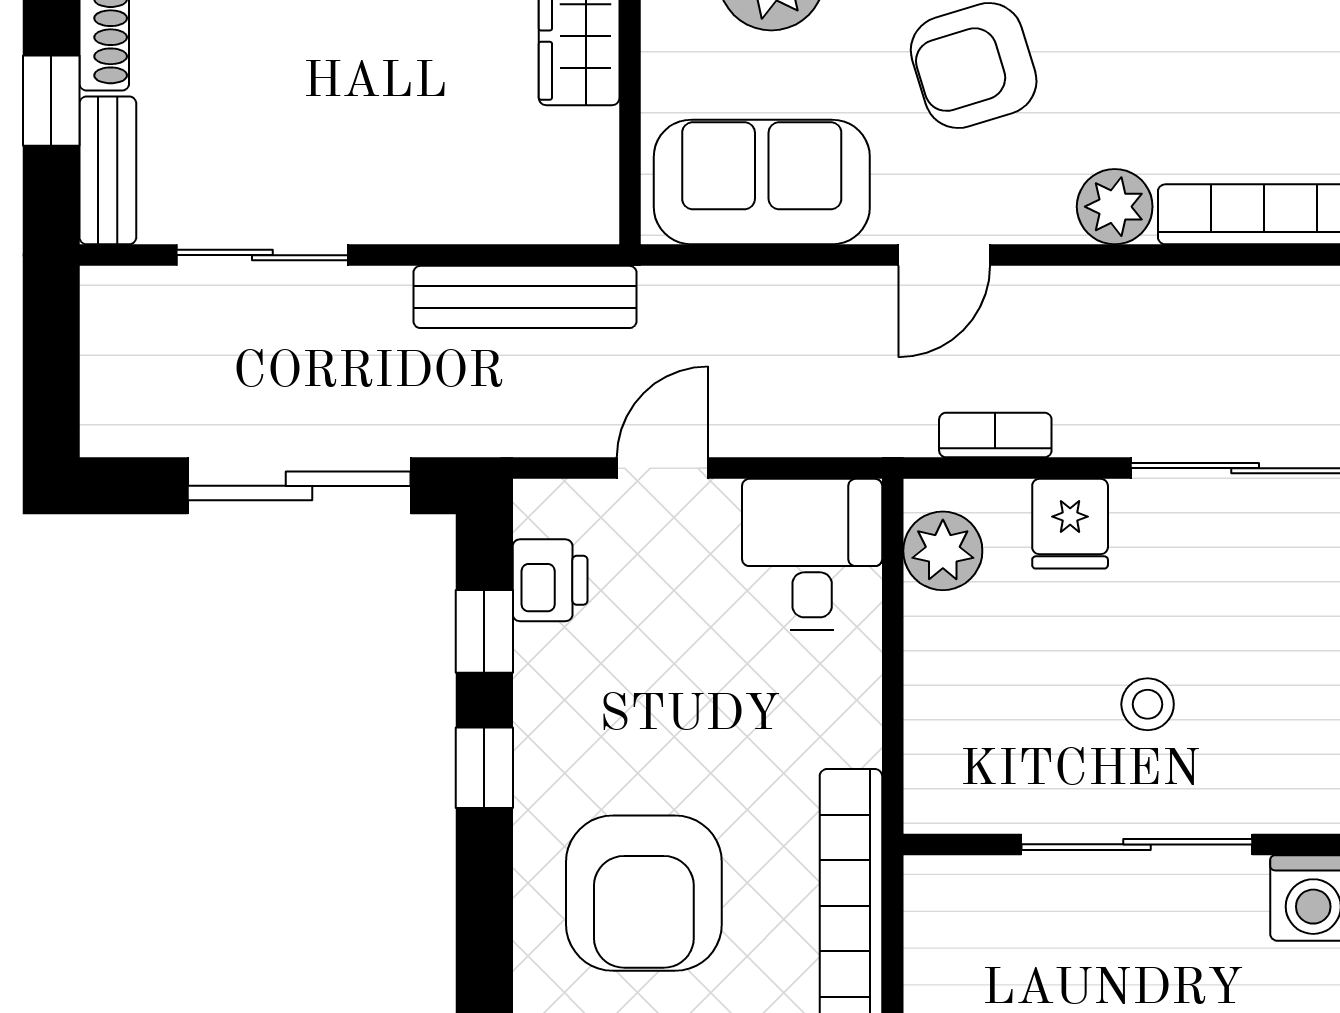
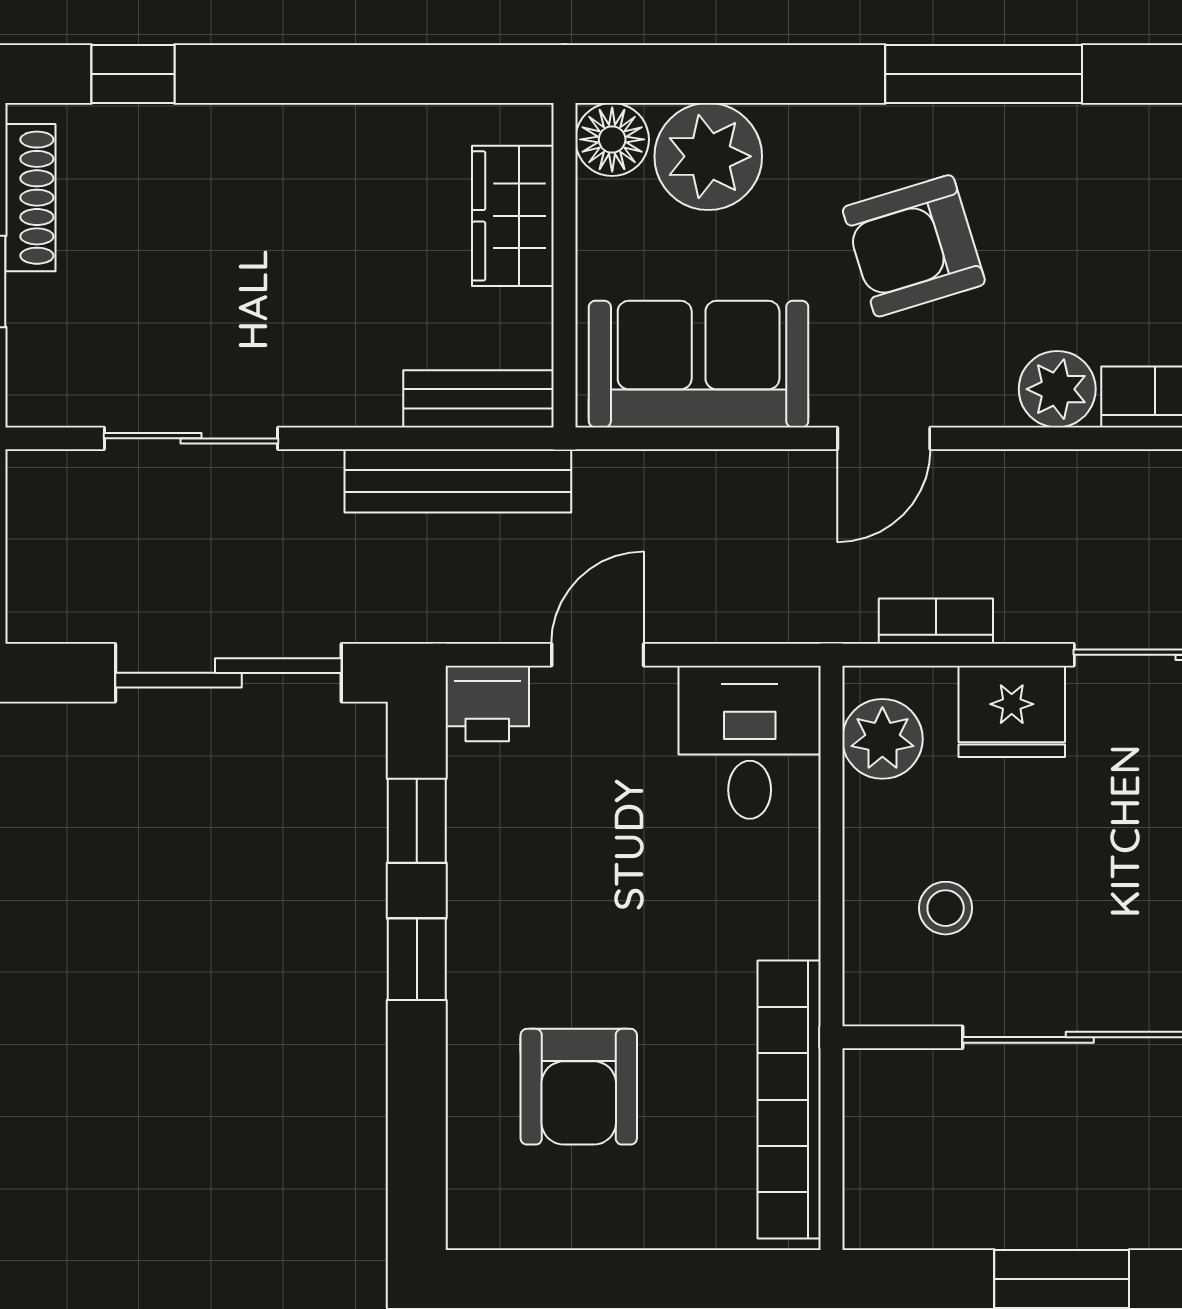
bench: (108, 170) -> (479, 399), moved, turned 90
fridge: (1070, 524) -> (1012, 711), width x1.38
printer: (550, 580) -> (487, 704), moved, turned 90
stool: (1148, 704) -> (946, 908), moved
armchair: (644, 893) -> (579, 1087), width x0.73, depth x0.73

